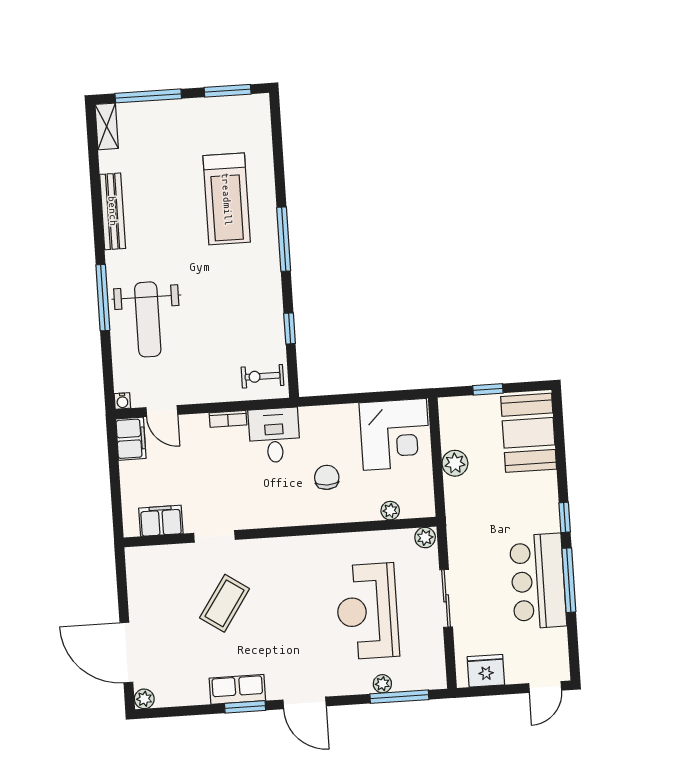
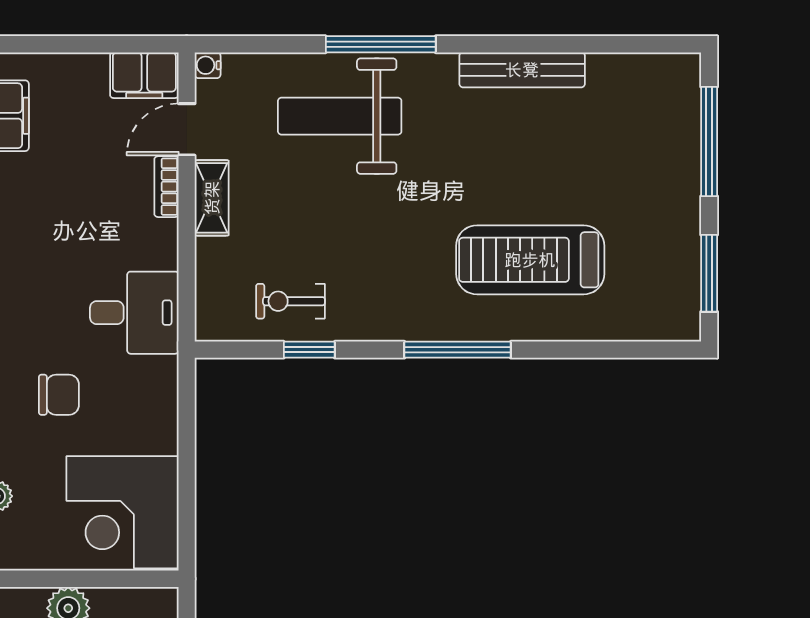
shelving: (107, 126) -> (212, 198), moved, turned 90
exercise bike: (262, 376) -> (290, 301), moved, turned -90
bookcase: (228, 419) -> (166, 187), moved

